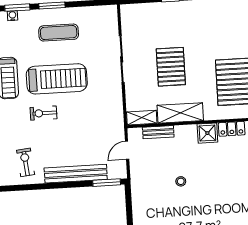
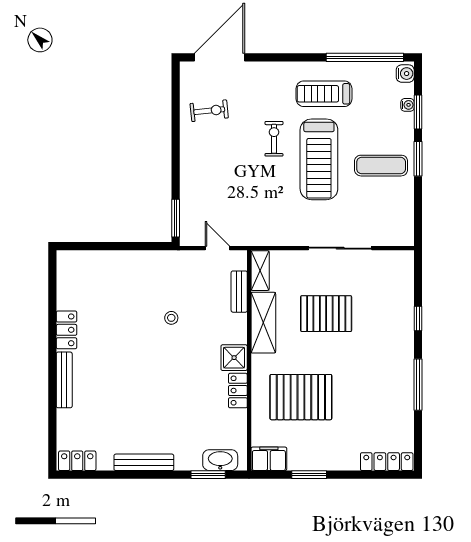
exercise mat: (59, 33) -> (381, 166), turned 90
bench: (76, 174) -> (190, 177), removed

